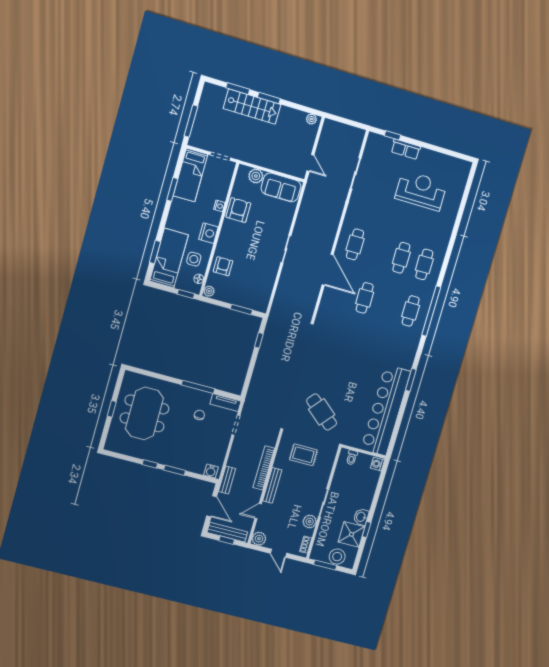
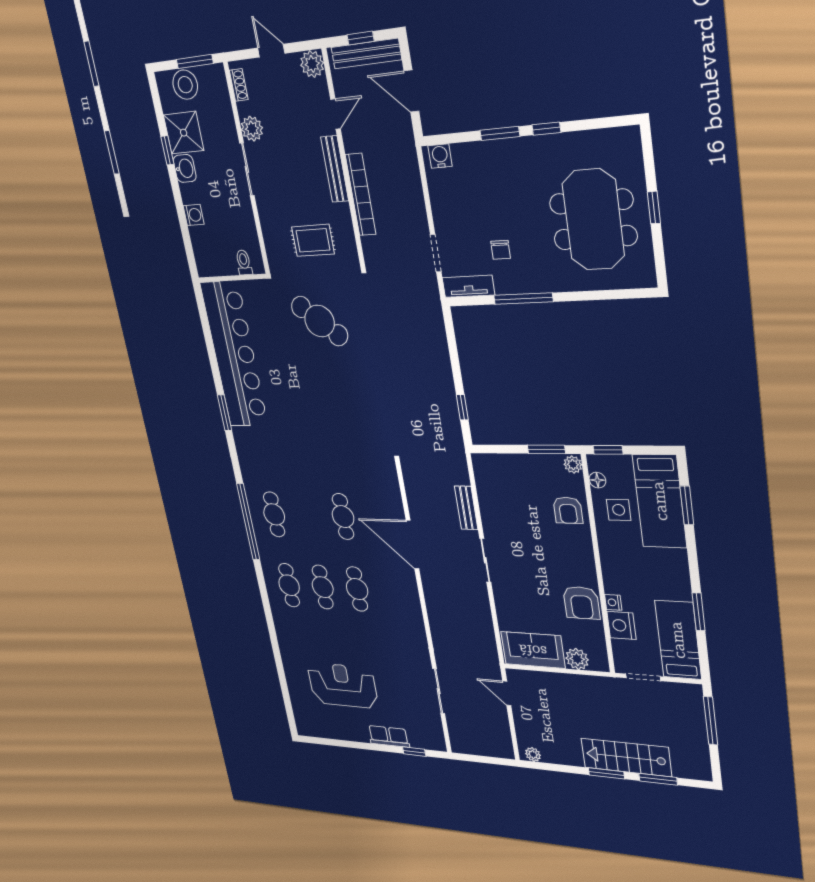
reception desk: (421, 190) -> (343, 685), turned 180
nightstand: (208, 233) -> (621, 625), moved
cafe table: (355, 244) -> (357, 589), moved
window: (241, 309) -> (546, 449), moved
washing machine: (377, 464) -> (194, 215), moved
bench: (227, 480) -> (466, 508), moved

